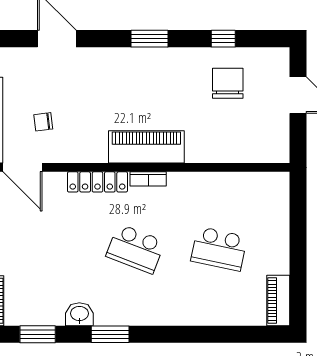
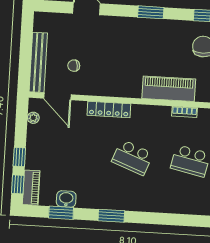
piano: (146, 147) -> (169, 89), moved
bookcase: (148, 179) -> (184, 112), moved
washbasin: (79, 314) -> (66, 199), moved

